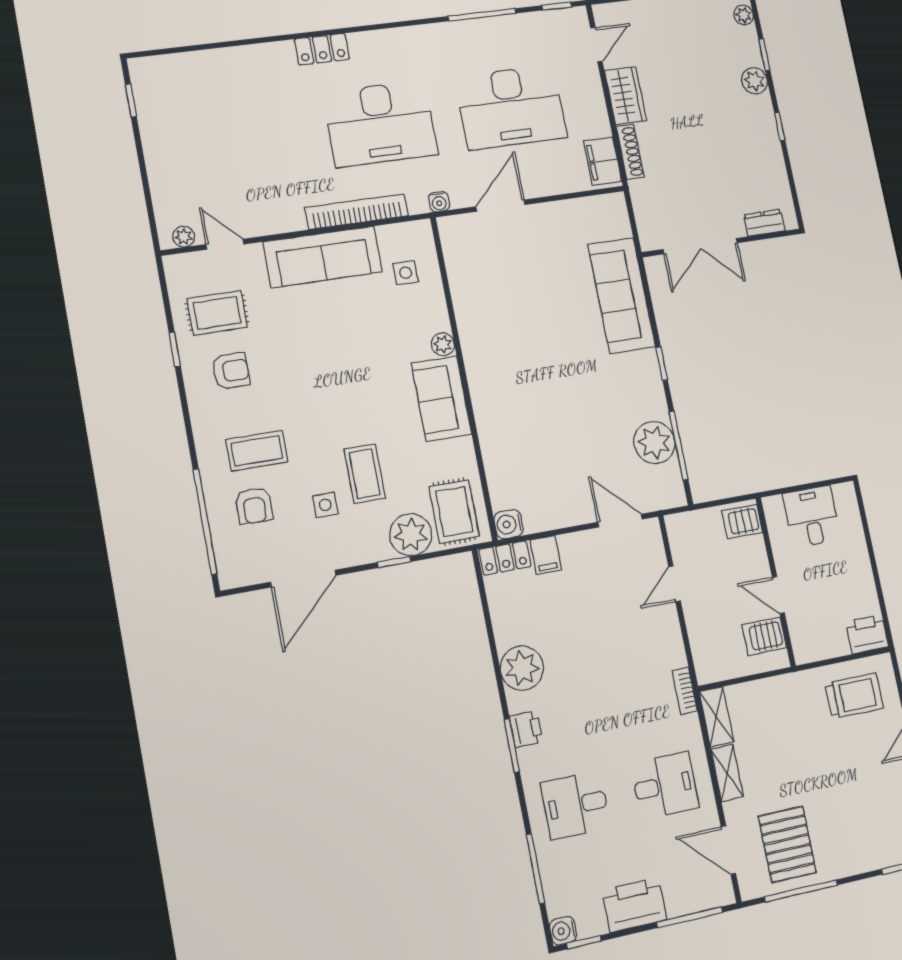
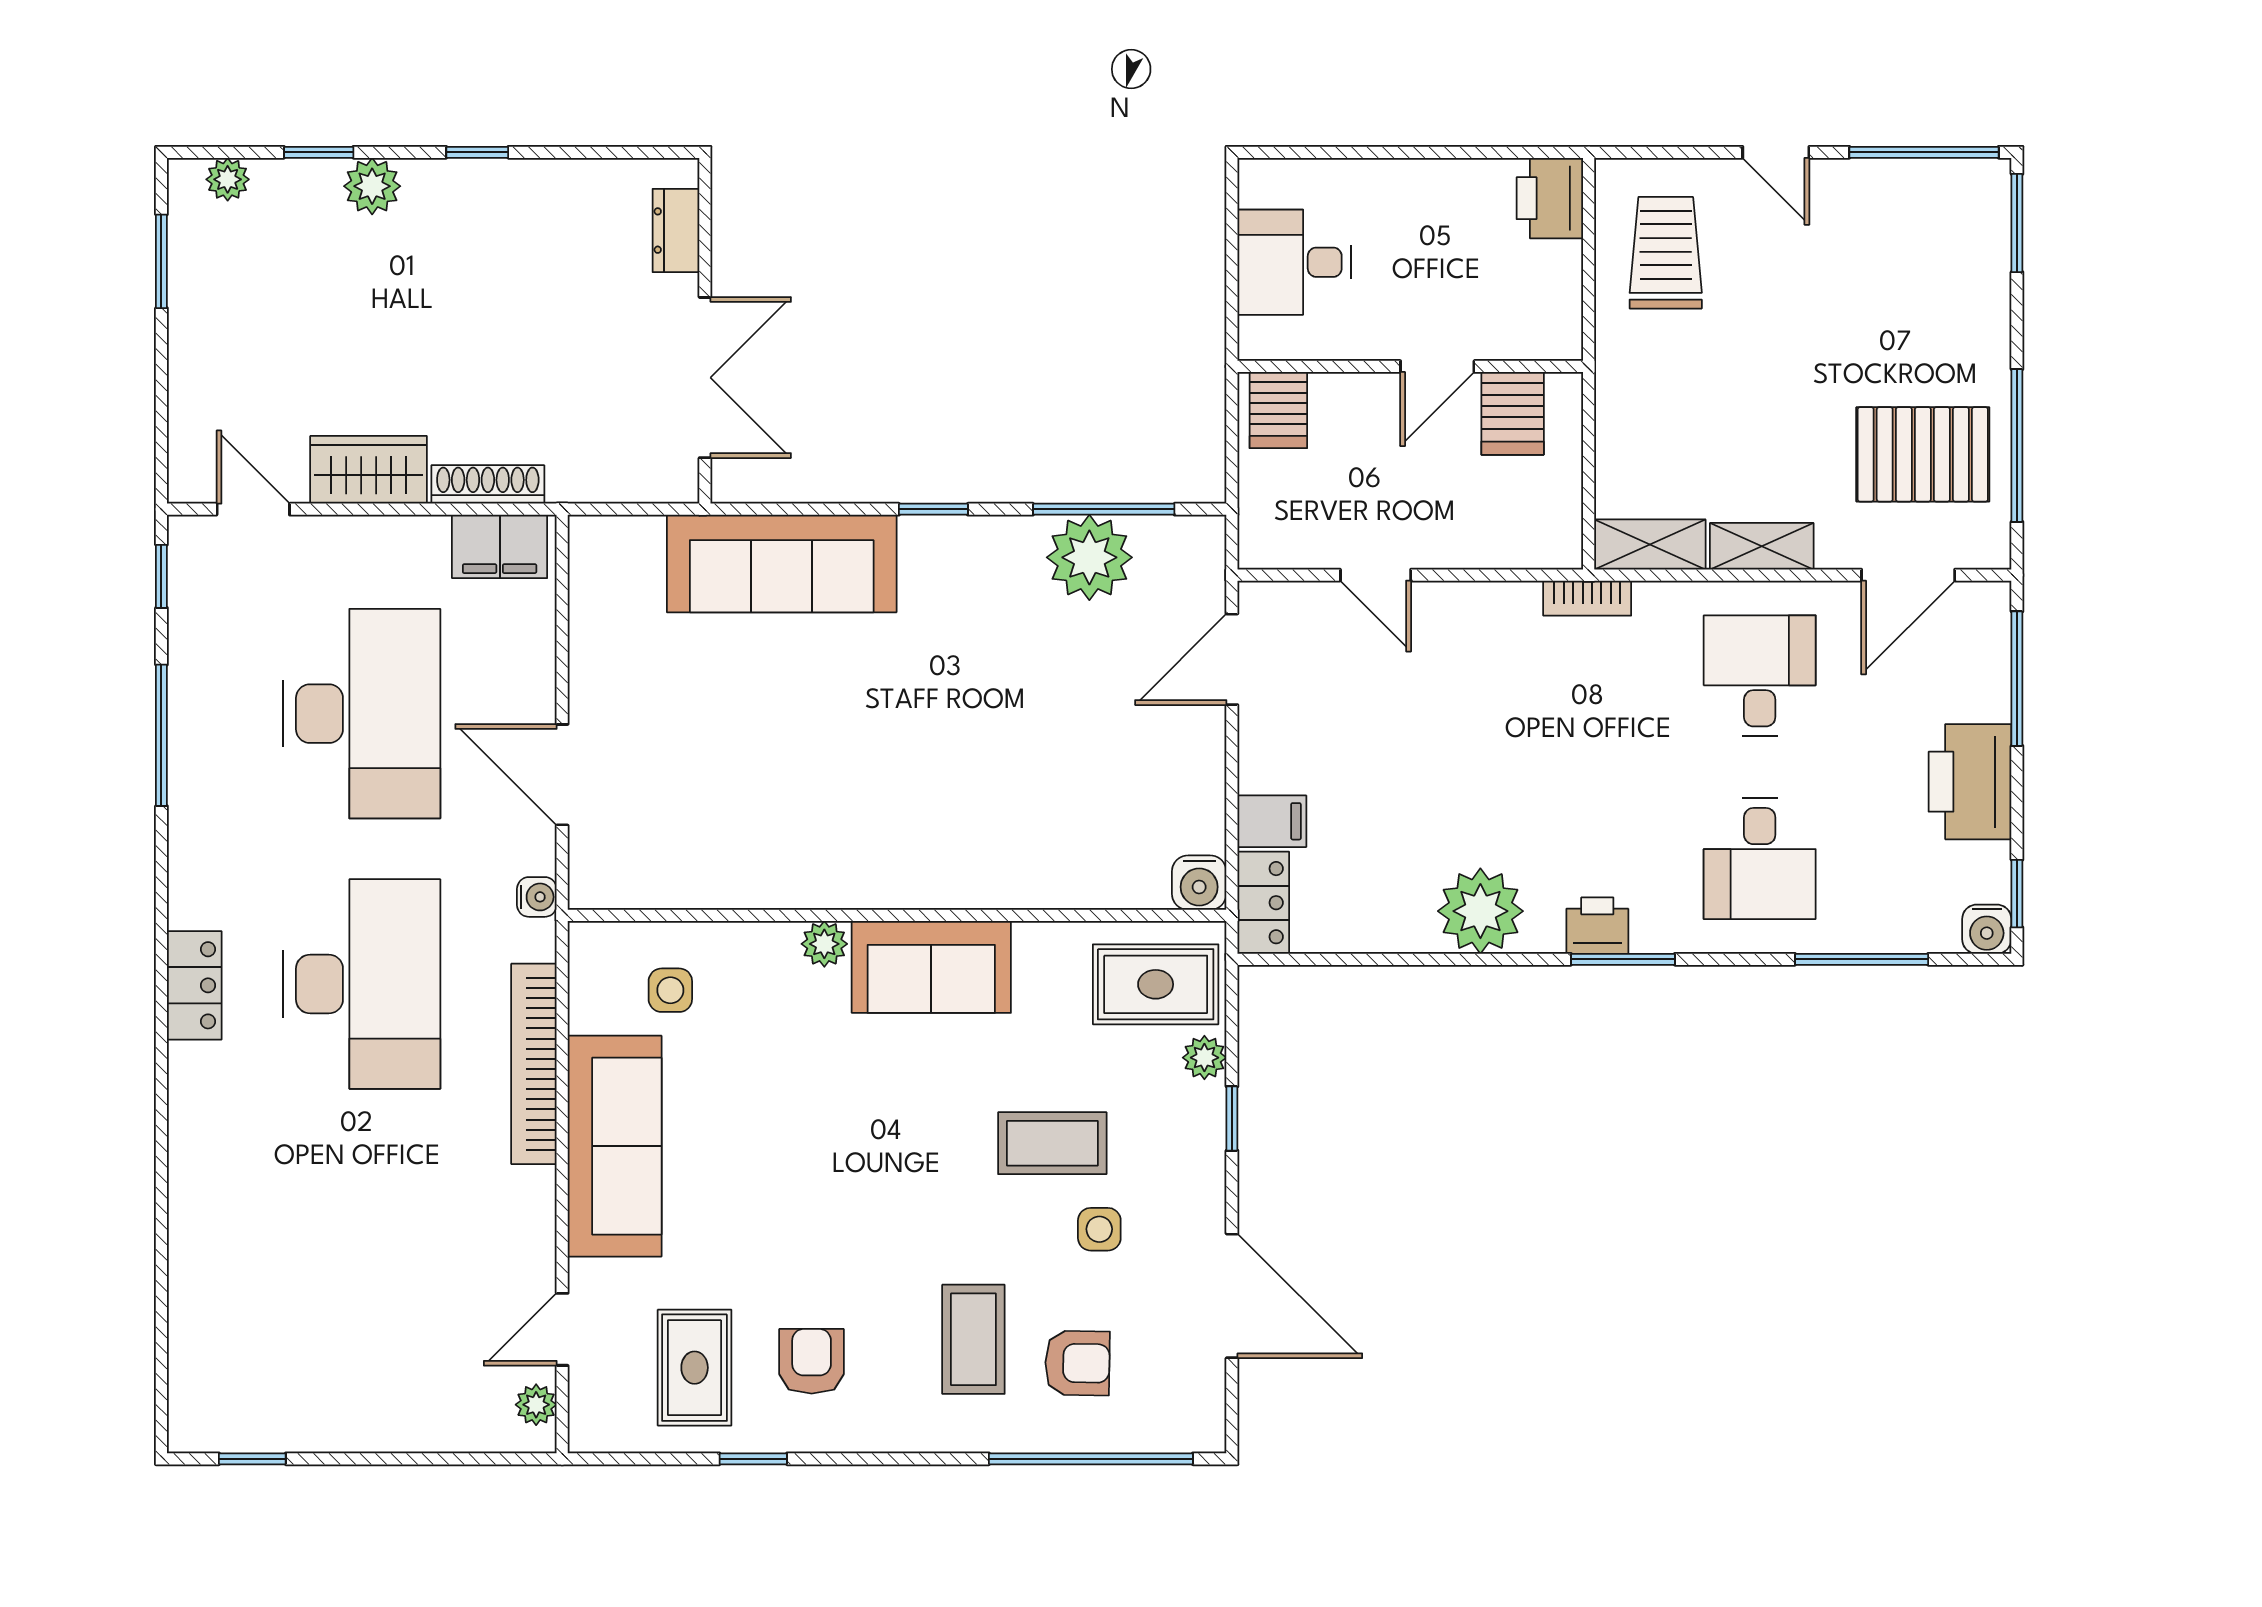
locker: (322, 49) -> (194, 985), moved
plant: (411, 535) -> (1204, 1058), width x0.53, depth x0.53

